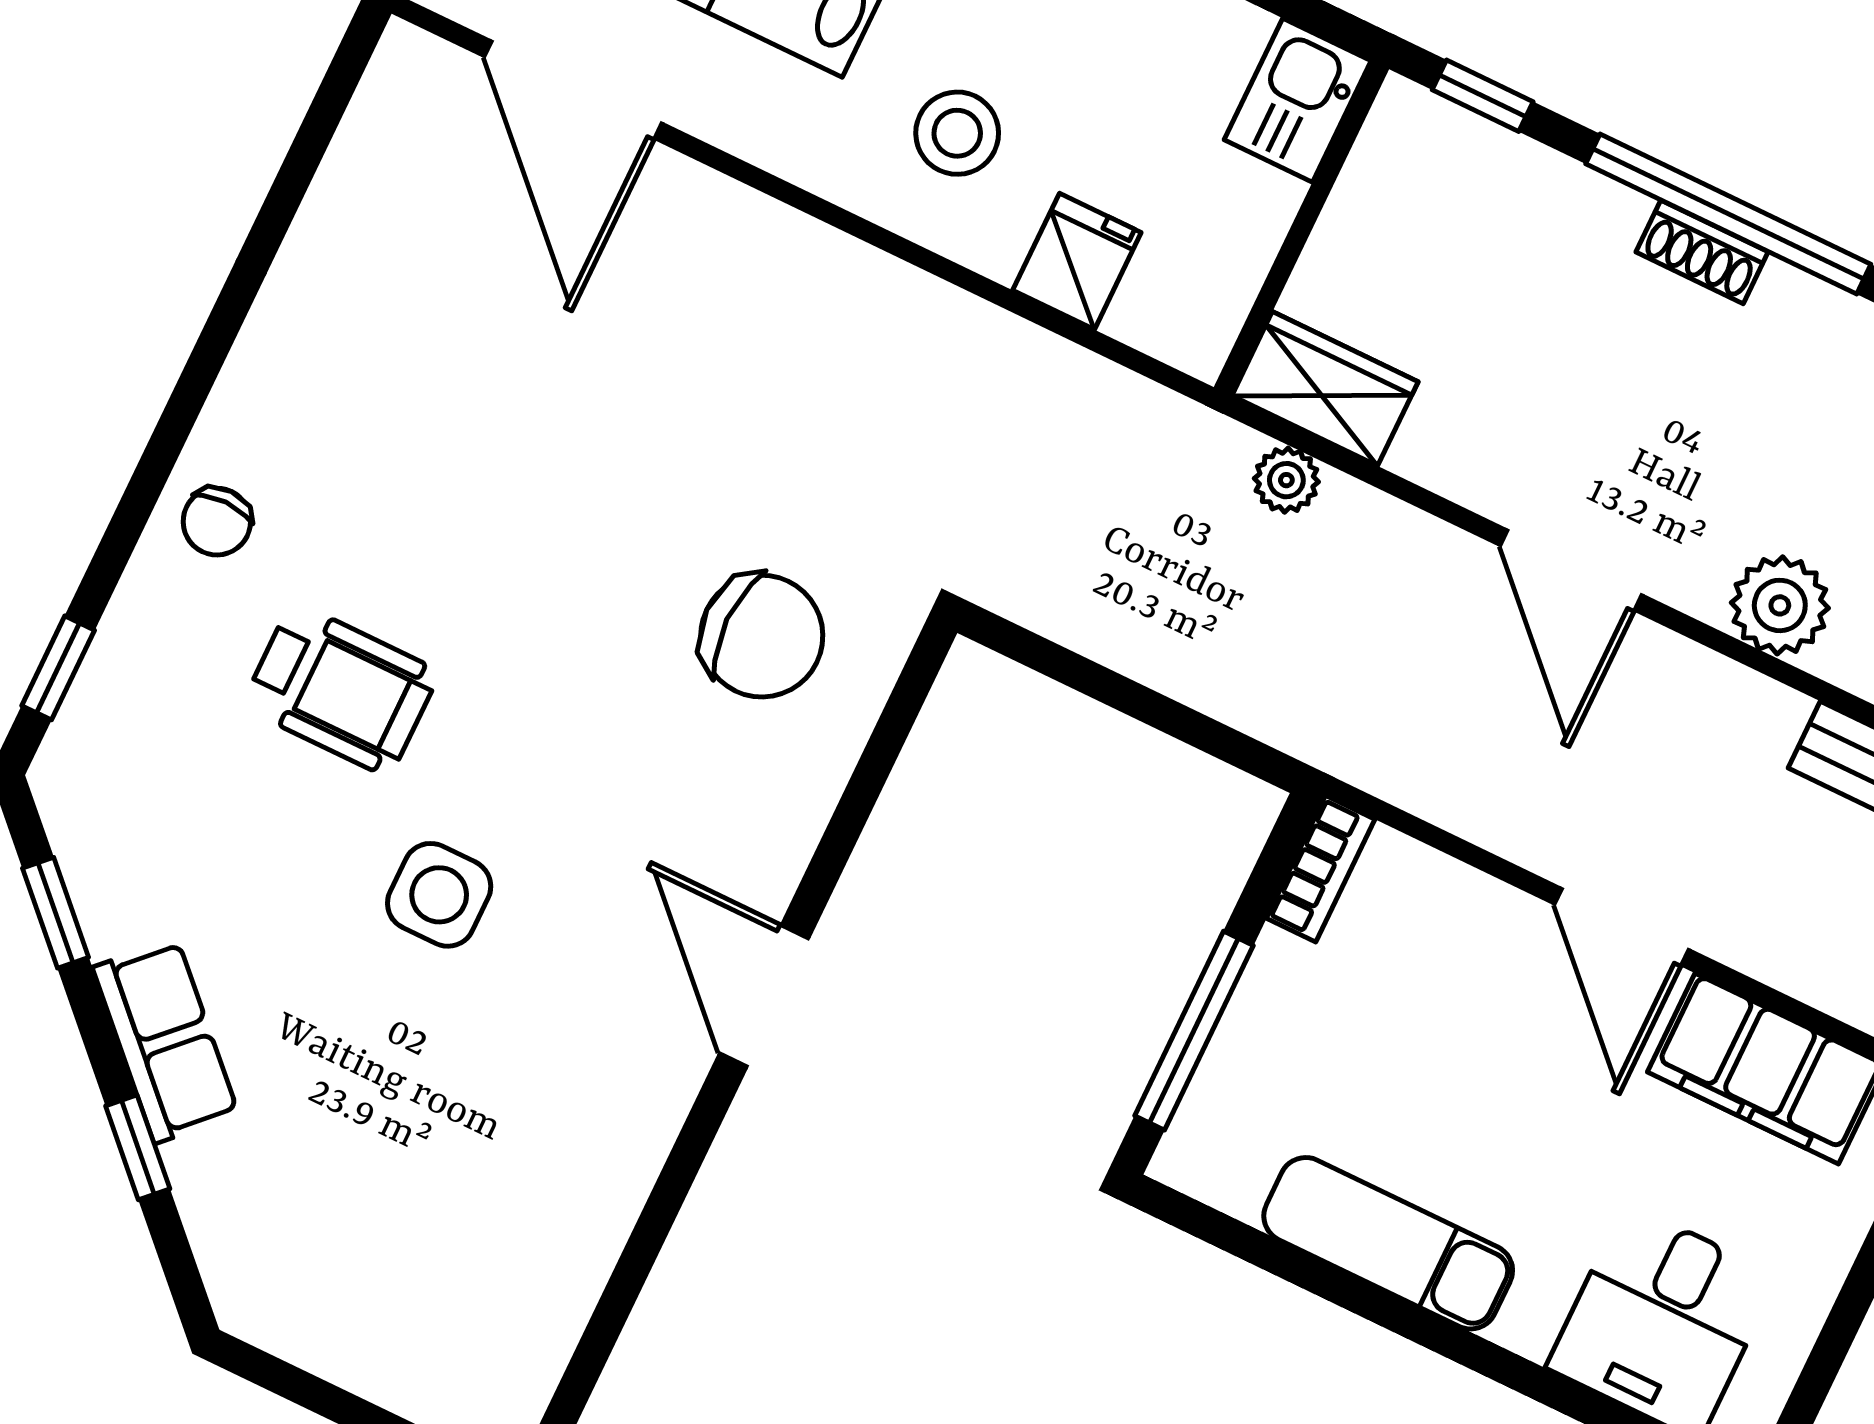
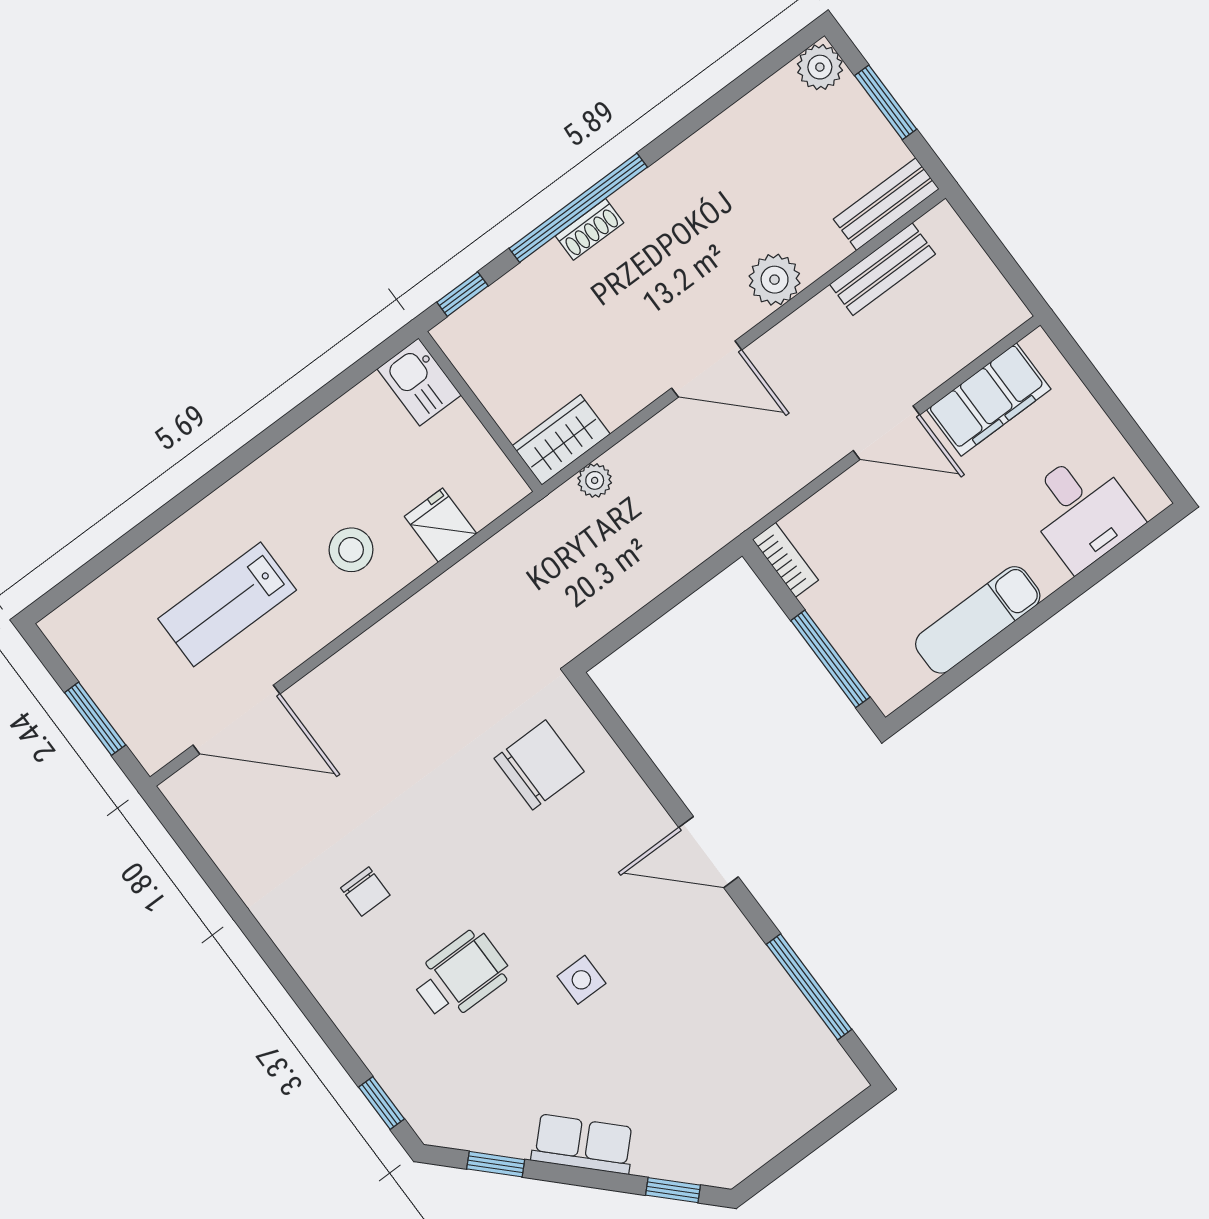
chair: (217, 522) -> (365, 892), moved
side table: (439, 895) -> (581, 980), width x0.73, depth x0.73
window: (138, 1147) -> (673, 1190), moved
window: (626, 1282) -> (809, 987), added

